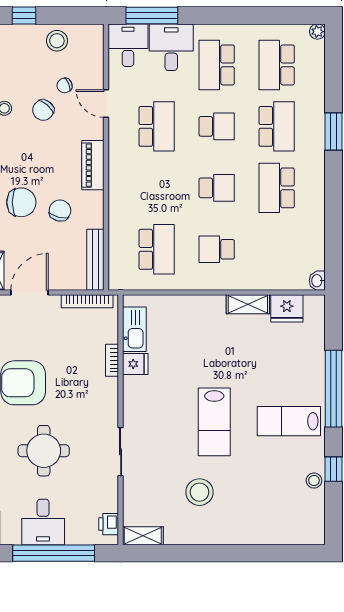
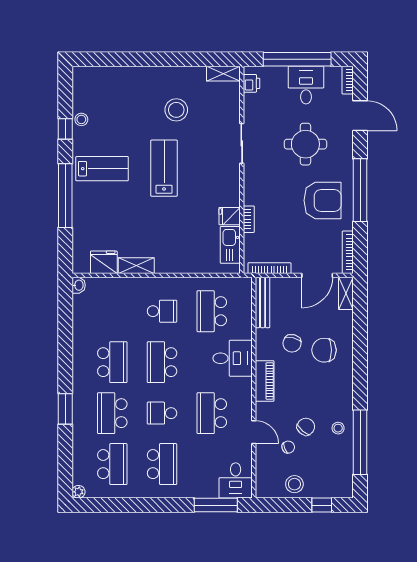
desk: (171, 47) -> (233, 358), moved, turned -90
school desk: (217, 188) -> (162, 362), width x1.85

